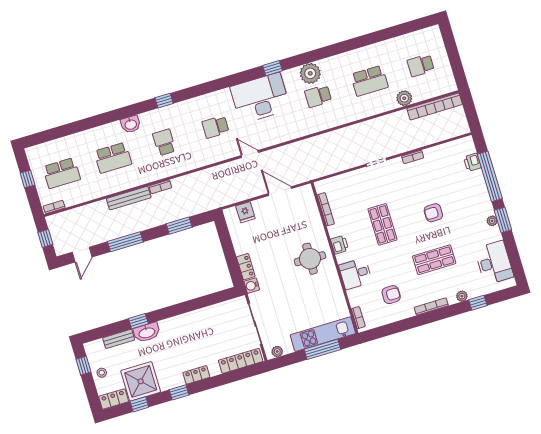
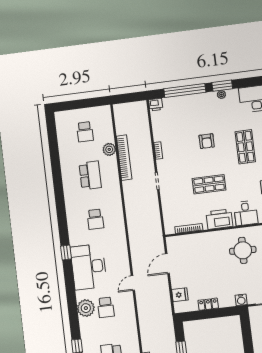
plant: (310, 73) -> (86, 308), moved
bookcase: (435, 106) -> (124, 158), moved
printer: (472, 162) -> (156, 105), moved
printer: (340, 245) -> (219, 219), width x1.87, depth x1.48
round table: (310, 259) -> (243, 250), moved
locker: (246, 267) -> (208, 304), moved

